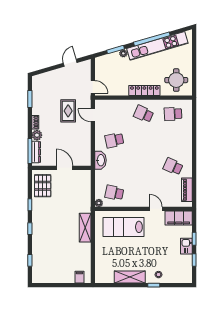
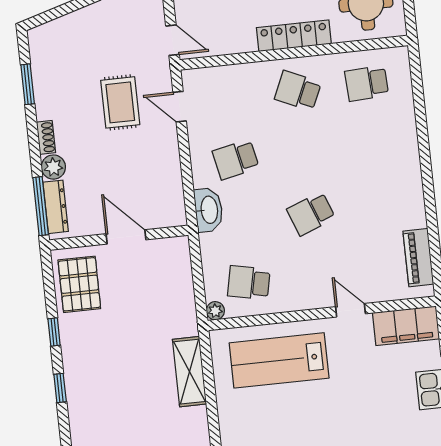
school desk: (173, 166) -> (311, 214), moved, turned -45

